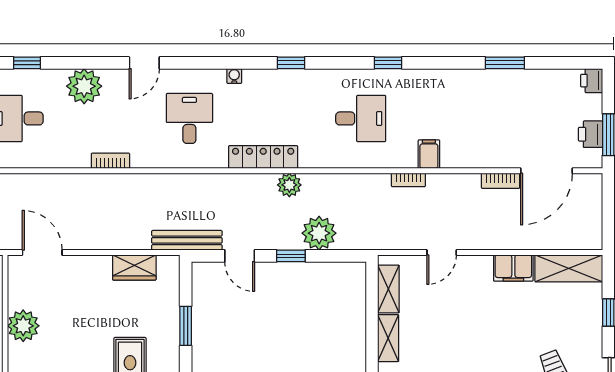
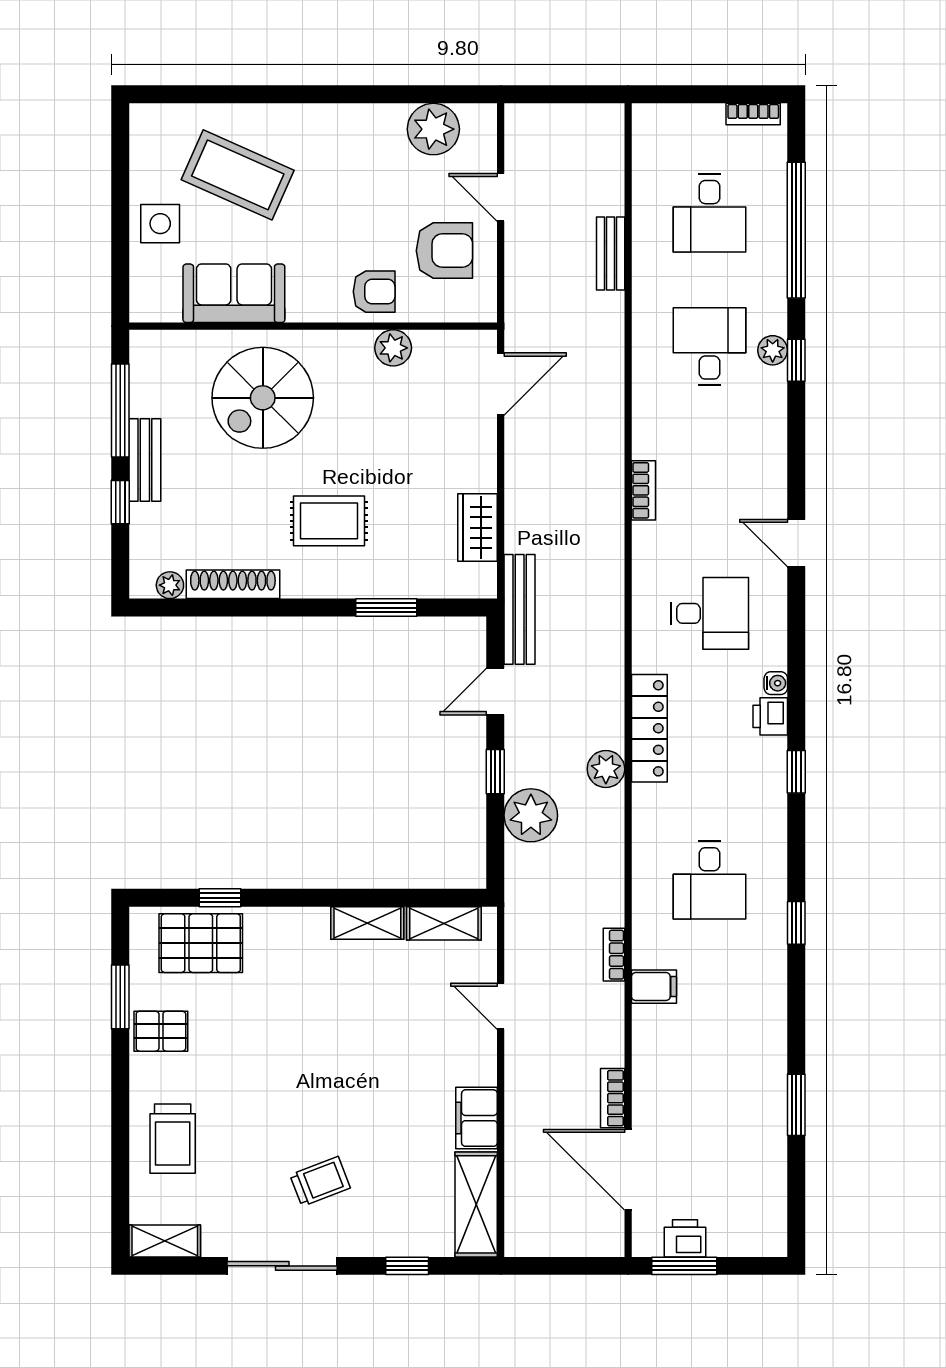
printer: (592, 81) -> (770, 716), moved, turned -90
plant: (84, 86) -> (773, 350), moved, width x0.53, depth x0.53
plant: (23, 326) -> (393, 348), width x0.73, depth x0.73

